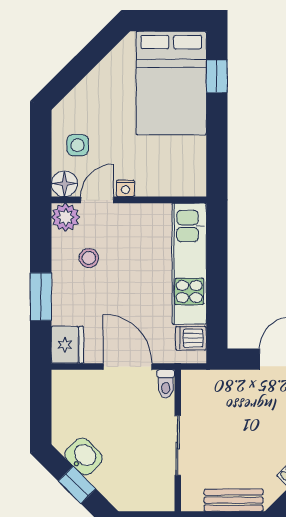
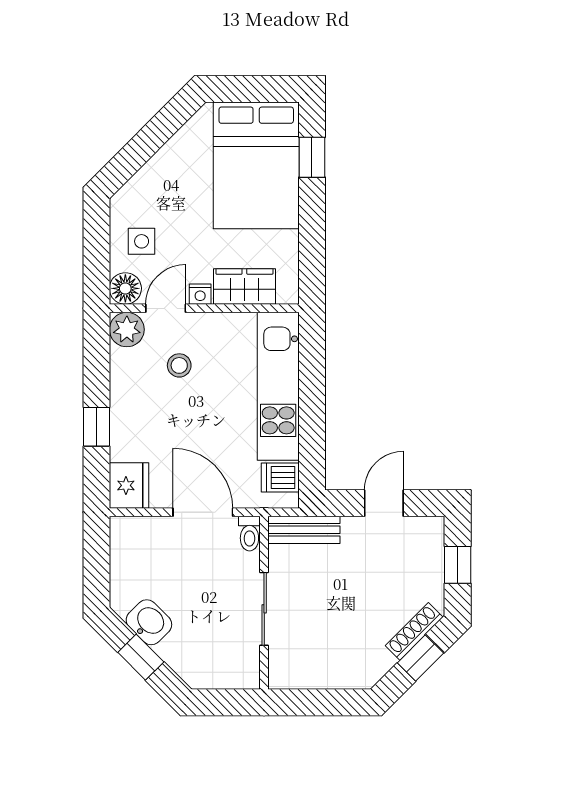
wardrobe: (162, 182) -> (244, 286), added
stool: (89, 258) -> (179, 365), moved
window: (41, 297) -> (96, 427), width x0.67
bench: (234, 500) -> (304, 530), moved

